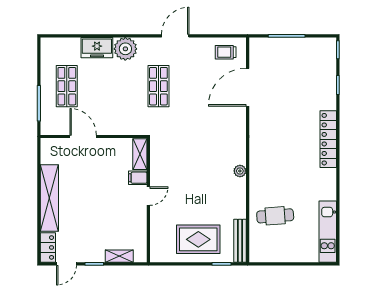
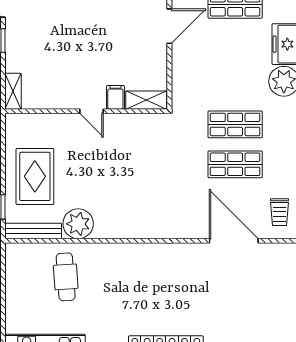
trolley: (226, 52) -> (280, 212), turned 180
shop shelf: (189, 86) -> (235, 164), added
plant: (240, 171) -> (78, 224), moved, width x1.88, depth x1.88
shelving: (119, 256) -> (13, 91), moved

